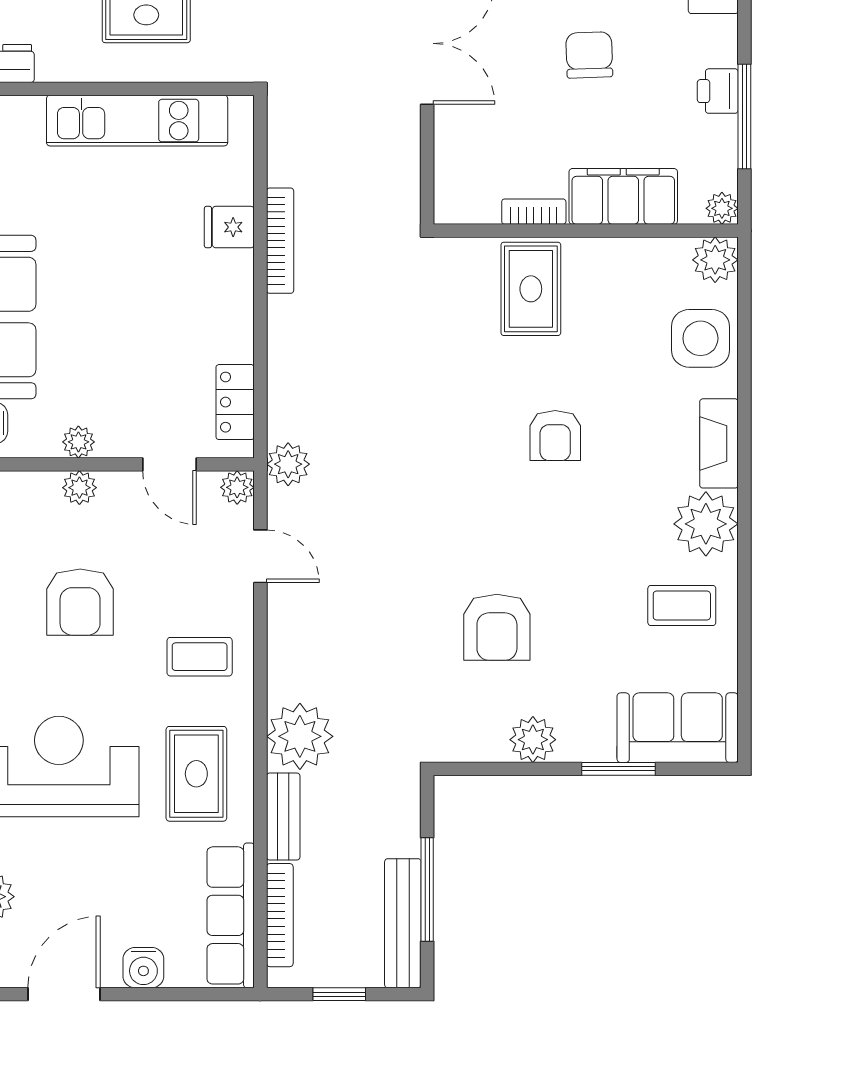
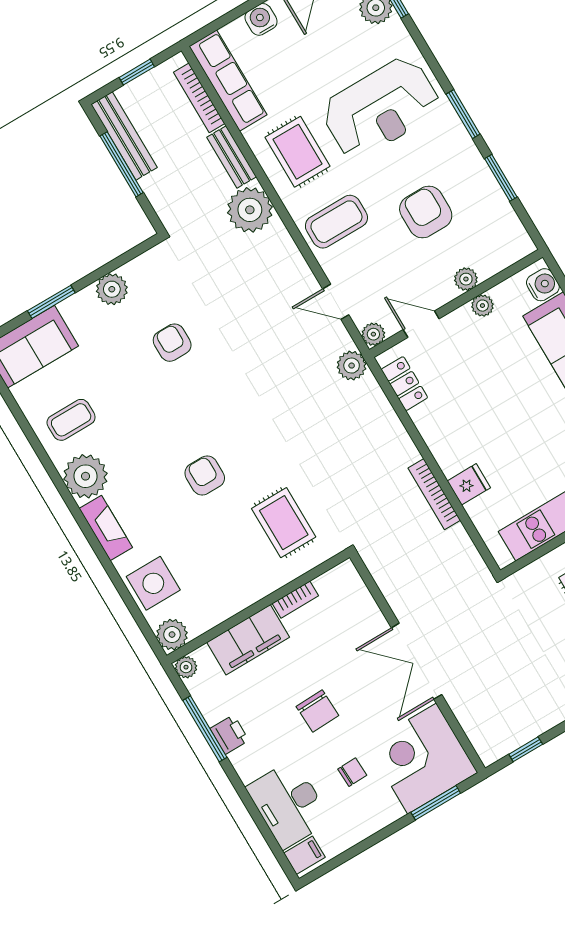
rug: (531, 289) -> (284, 523), moved
armchair: (497, 627) -> (172, 343), width x0.72, depth x0.72
coffee table: (200, 657) -> (336, 222), width x1.36, depth x1.30

